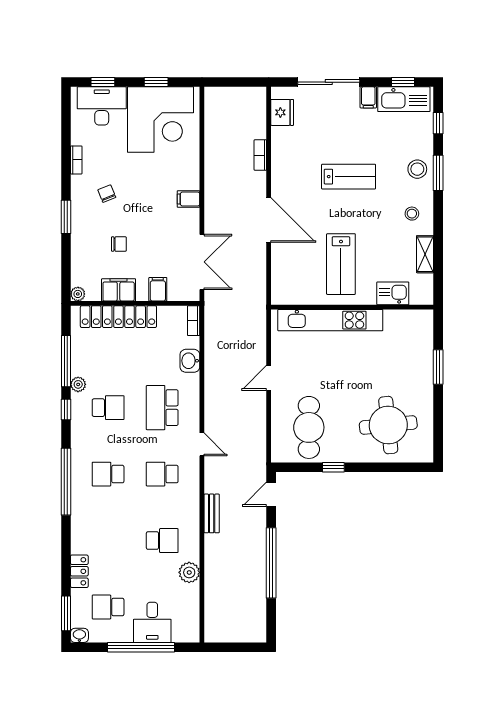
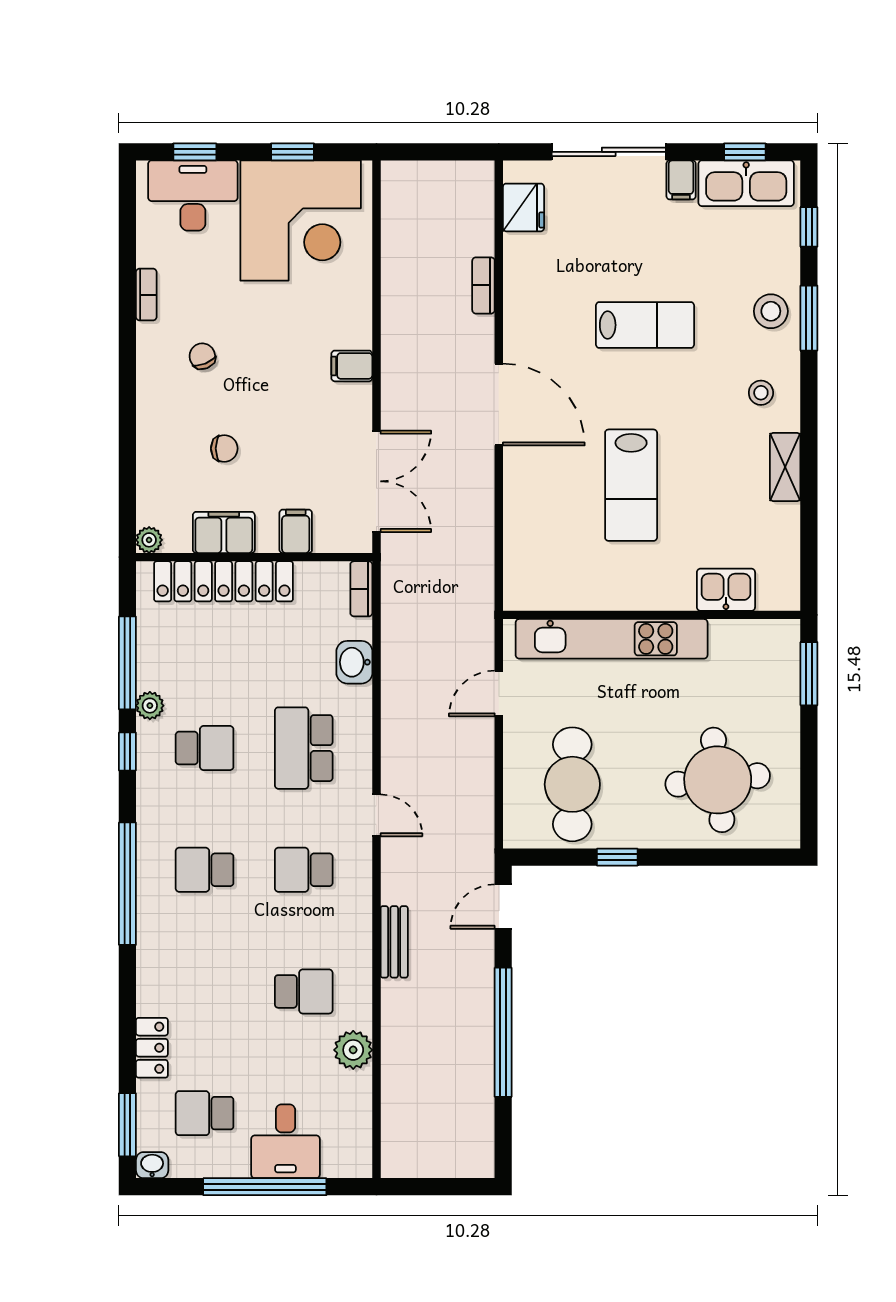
window: (66, 217) -> (127, 399), removed
kitchen sink: (393, 293) -> (726, 590), moved
wall: (352, 307) -> (652, 615), moved
kitchen unit: (330, 320) -> (612, 639), moved

